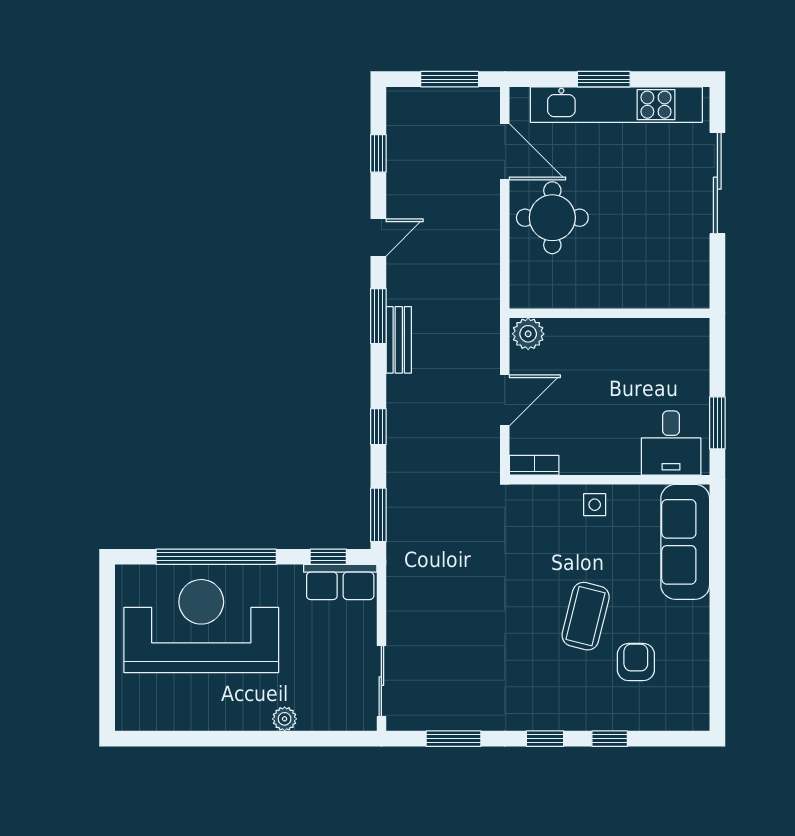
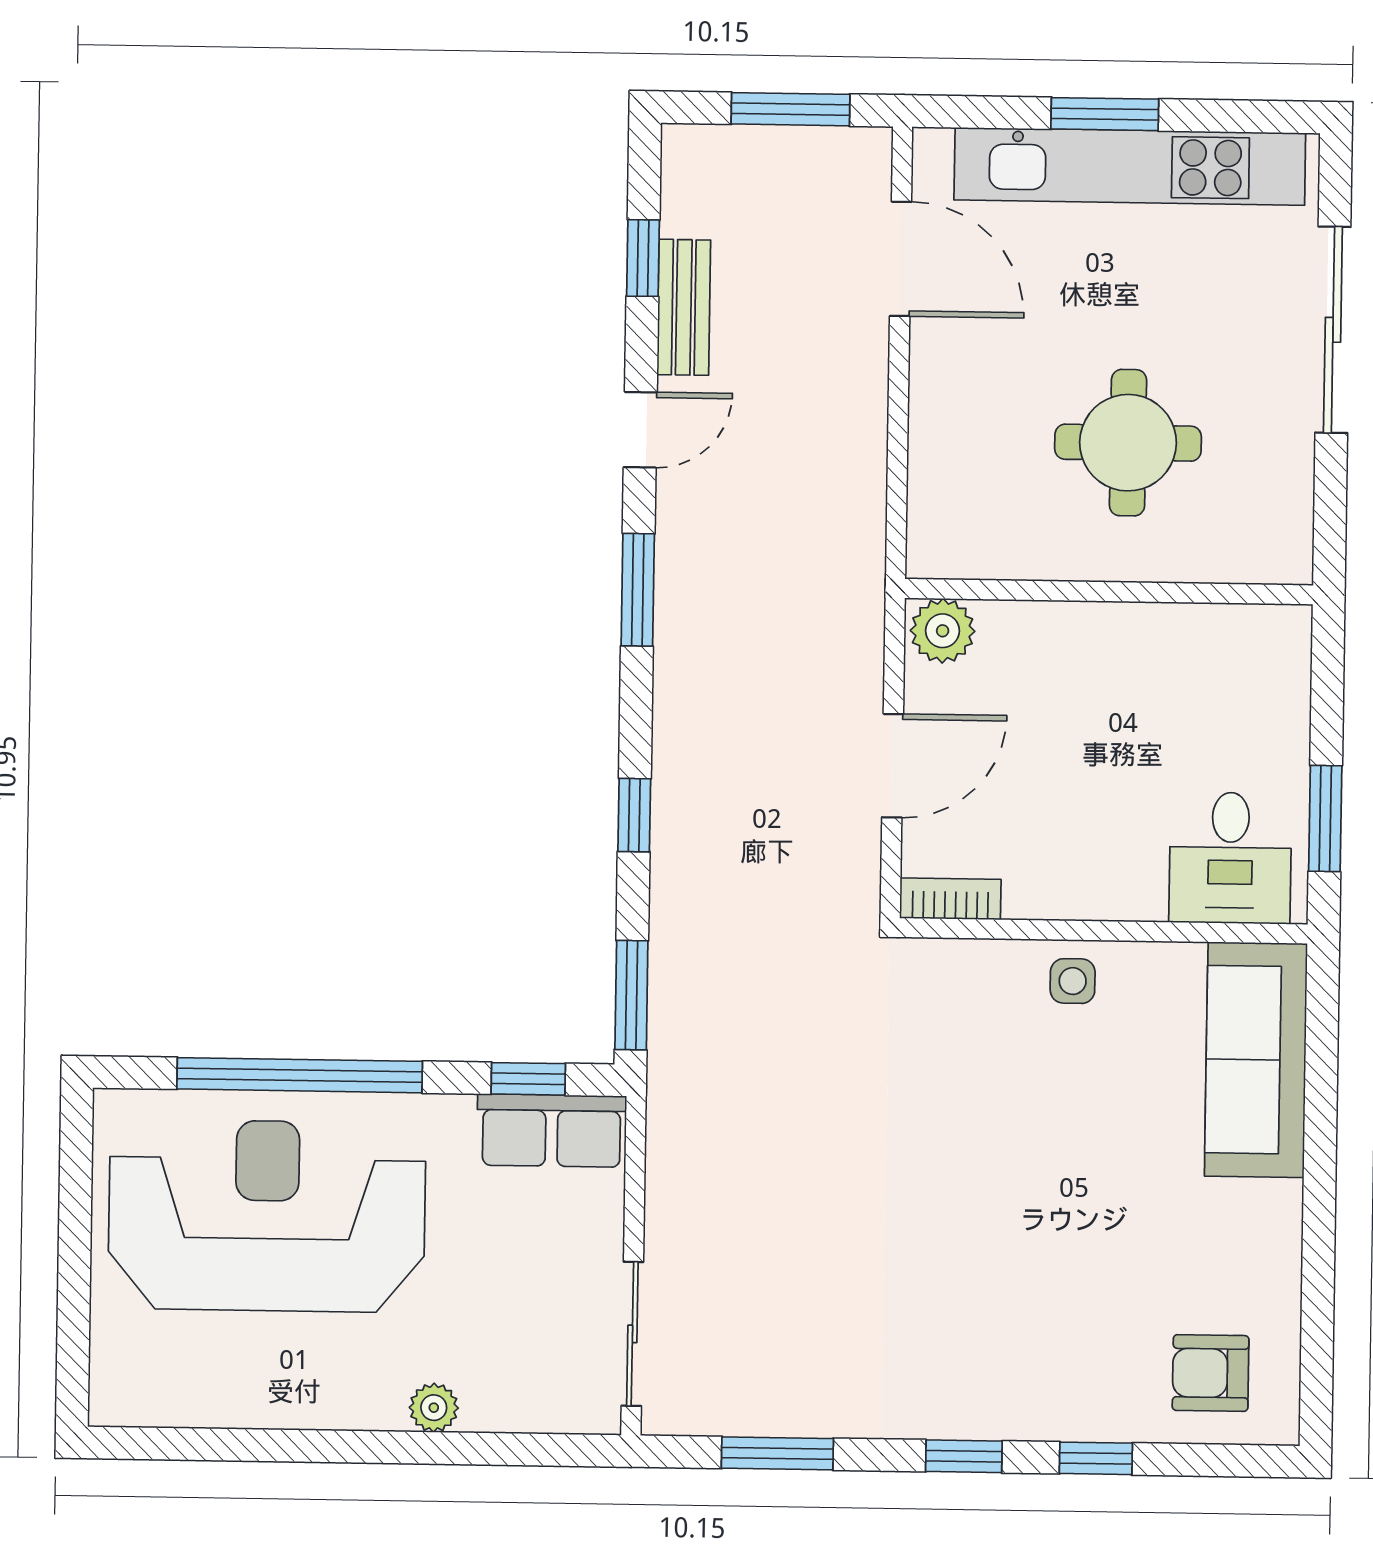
round table: (552, 218) -> (1128, 443), moved
bench: (399, 340) -> (684, 307), moved
coffee table: (586, 616) -> (1051, 1208), removed
armchair: (636, 662) -> (1211, 1373), moved, turned -90

